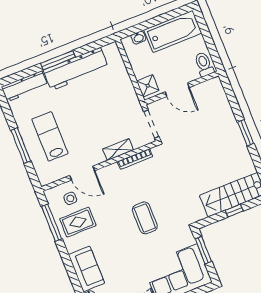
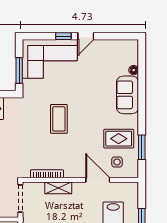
window: (52, 223) -> (142, 147), width x0.69

